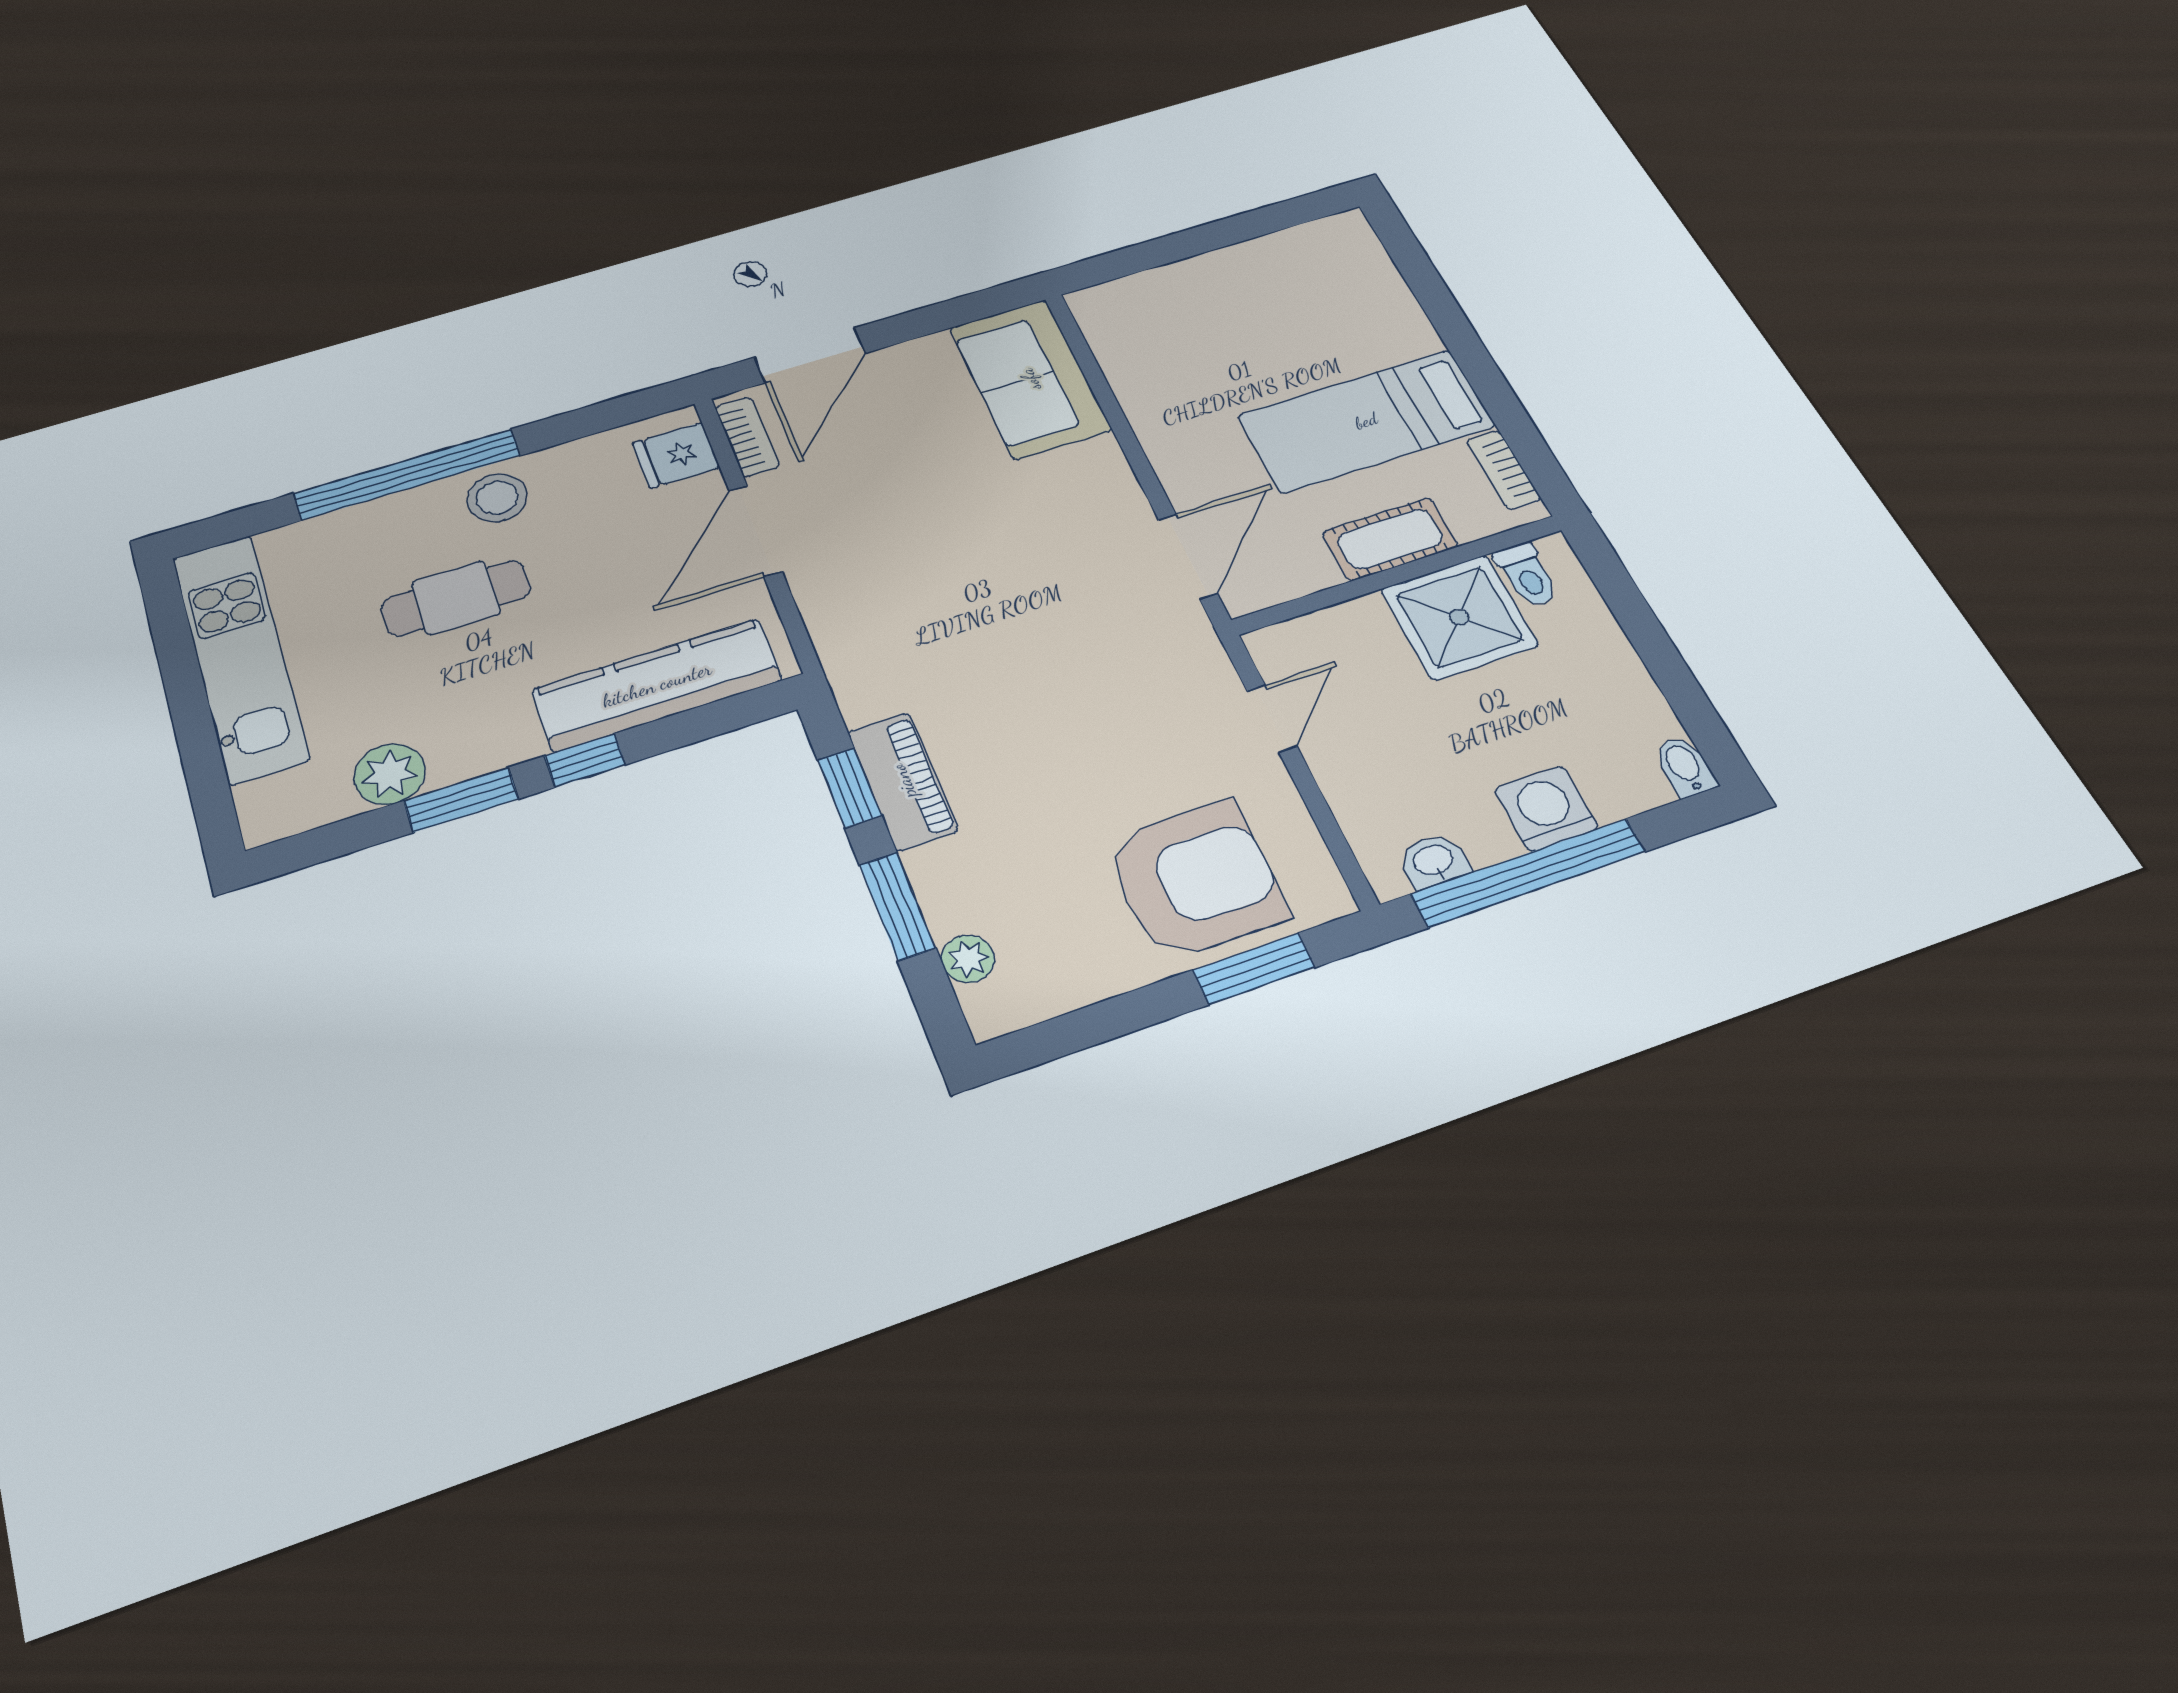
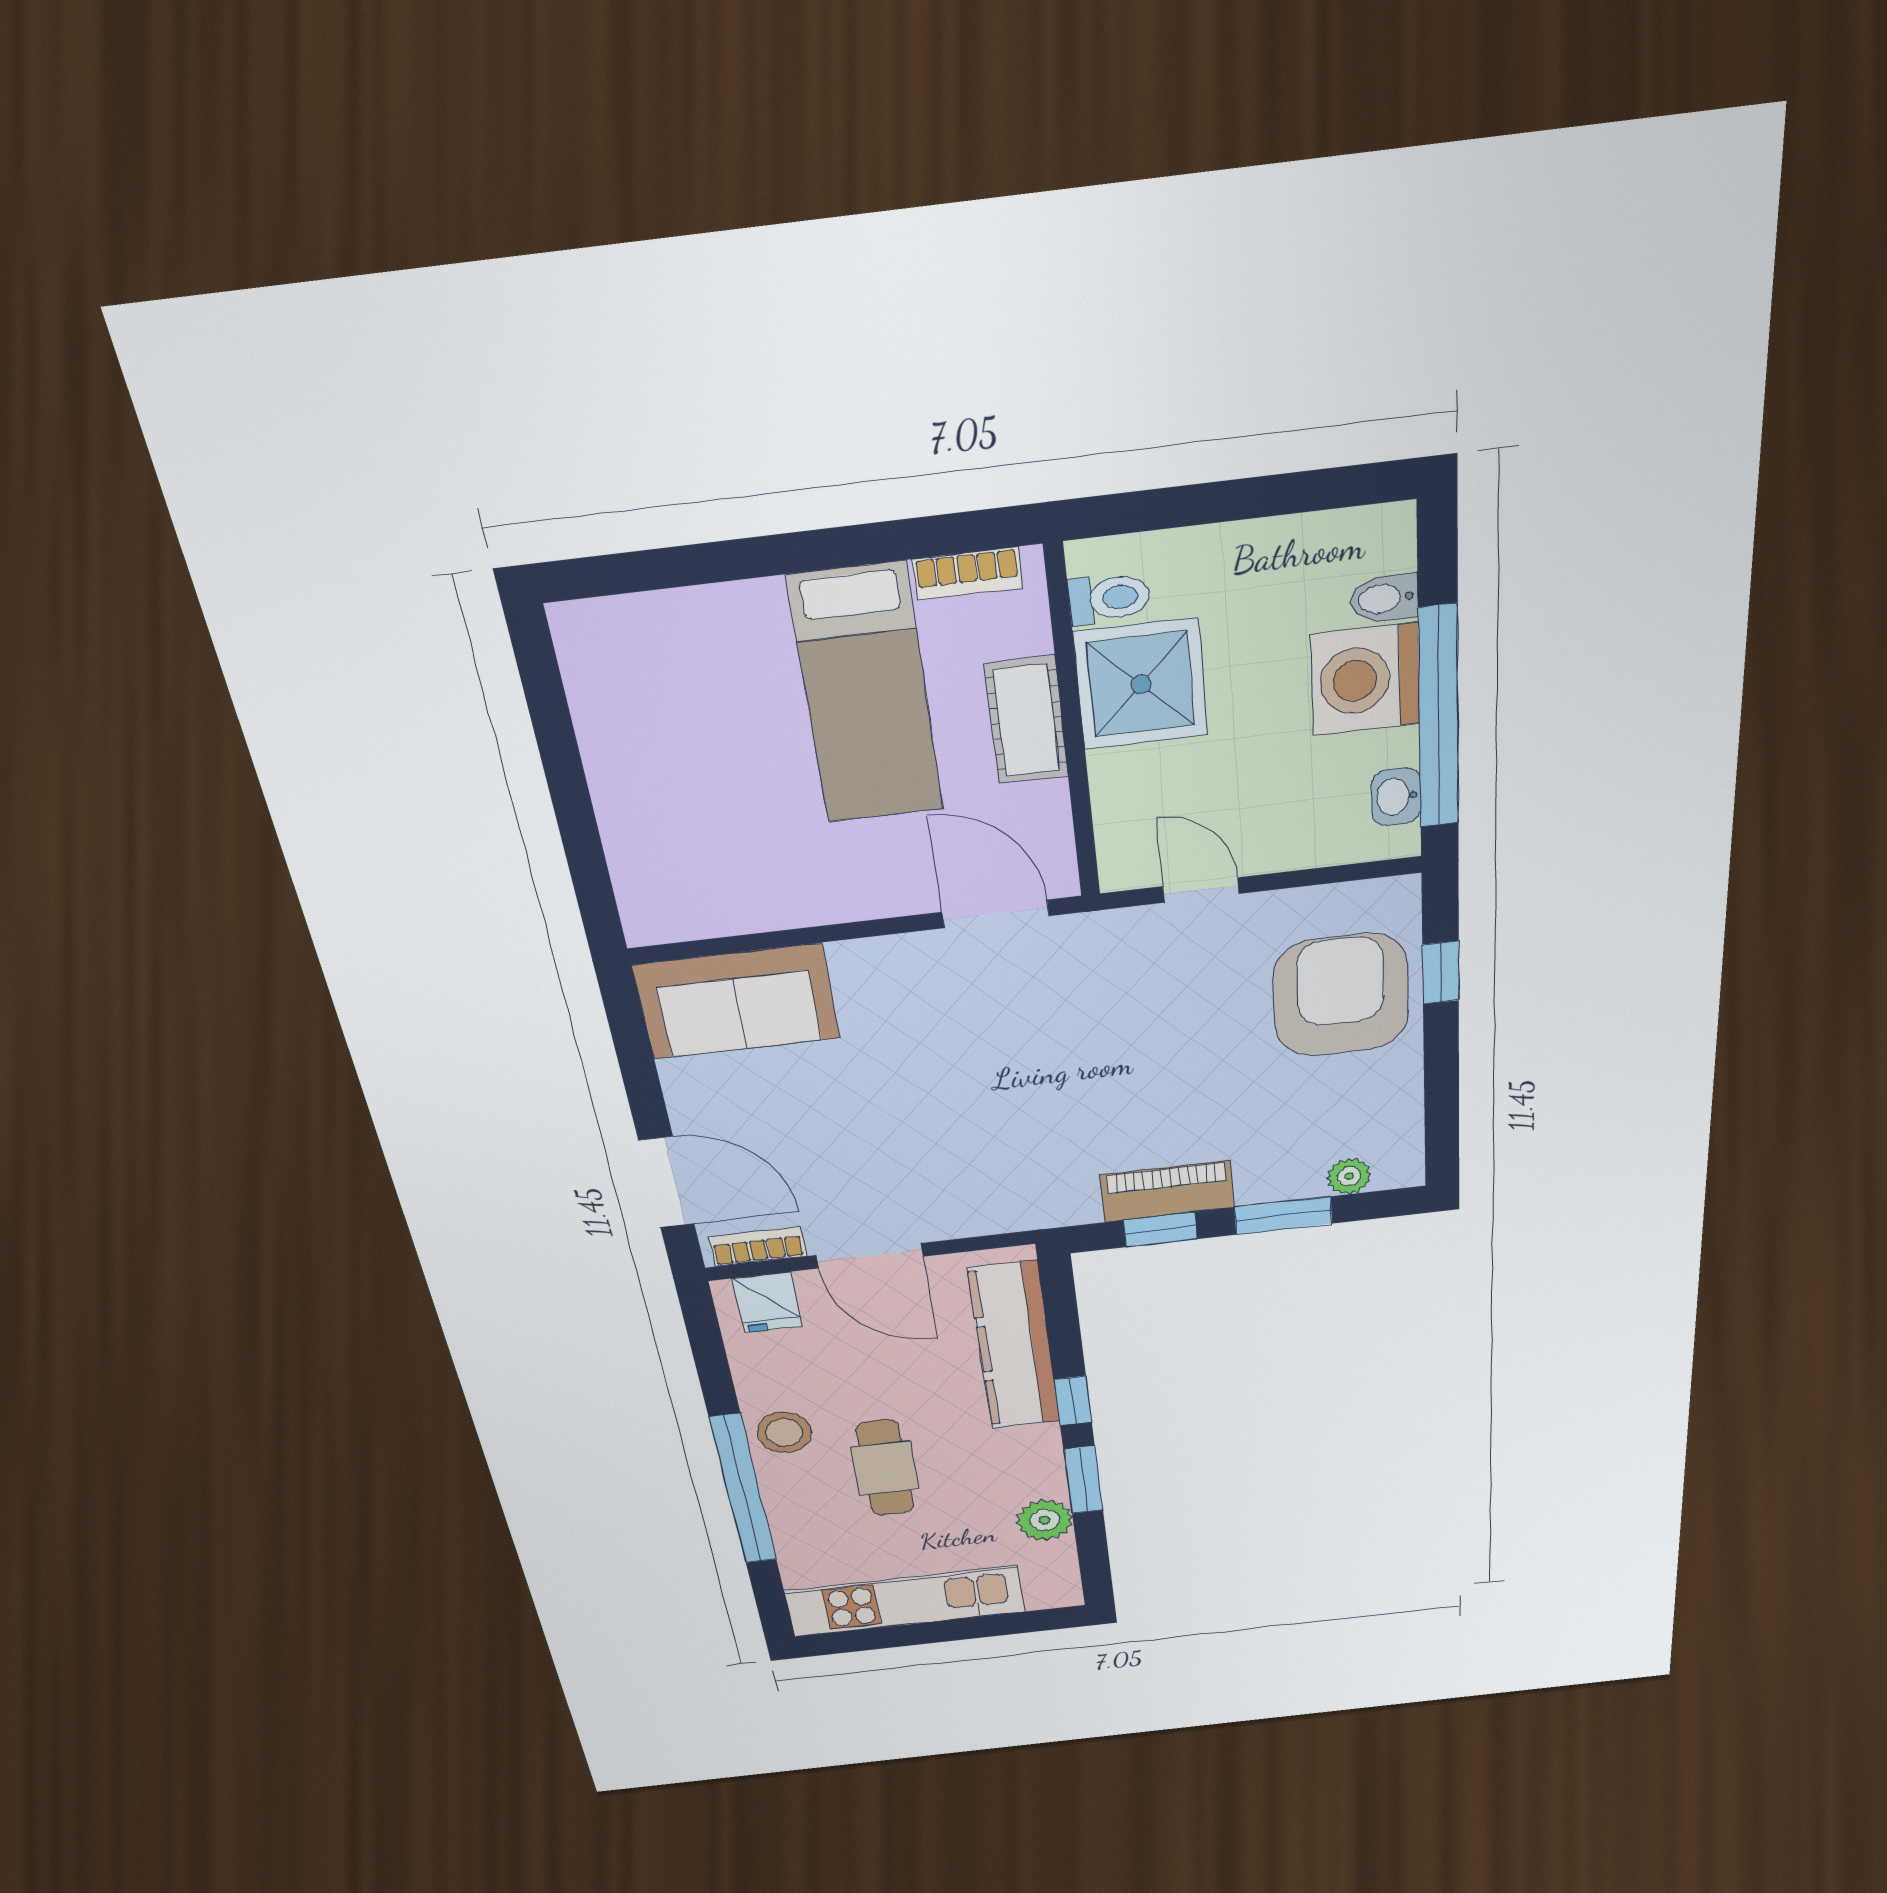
bidet: (1685, 766) -> (1384, 599), moved
washing machine: (1546, 808) -> (1365, 679), width x1.37, depth x1.37
window: (1254, 969) -> (1441, 973), width x0.67

